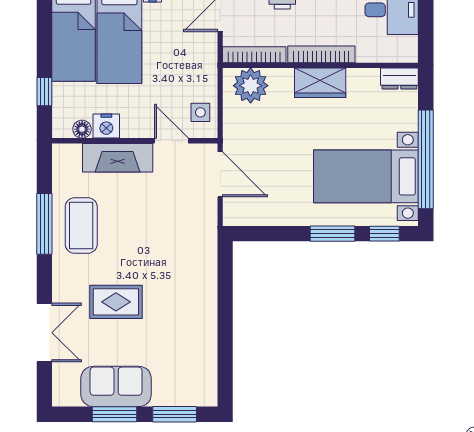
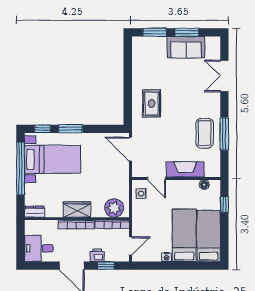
nightstand: (106, 126) -> (191, 186), removed
door: (220, 174) -> (130, 149), moved
rug: (116, 302) -> (152, 104), moved, turned 90

